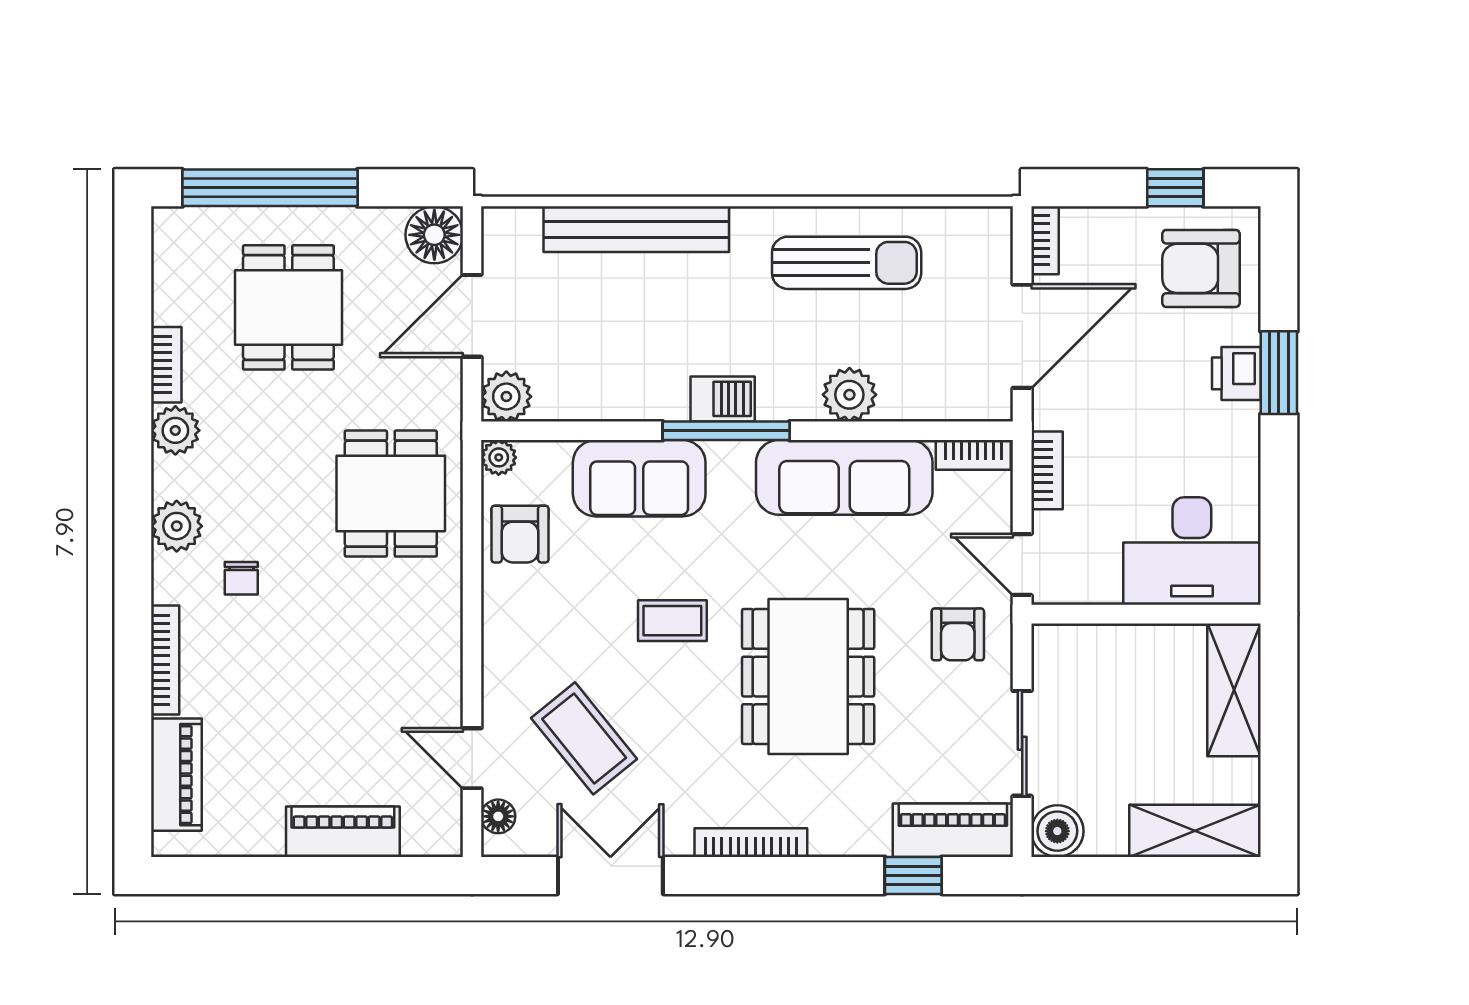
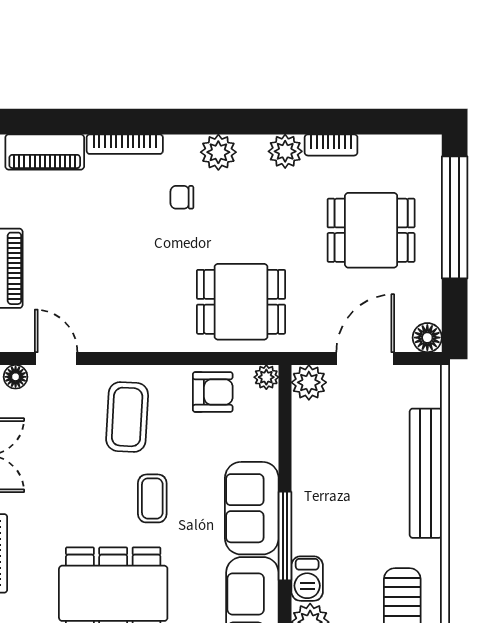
floor lamp: (434, 235) -> (427, 338), width x0.73, depth x0.73
door: (472, 316) -> (365, 359), hinge flipped
barbecue: (723, 399) -> (307, 579), moved
sofa: (639, 478) -> (252, 508), moved
armchair: (520, 534) -> (213, 392), turned 180
coffee table: (584, 738) -> (127, 417), moved, turned -48
door: (472, 758) -> (56, 359), hinge flipped

